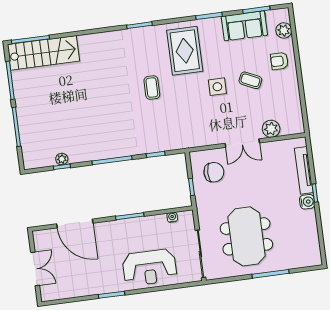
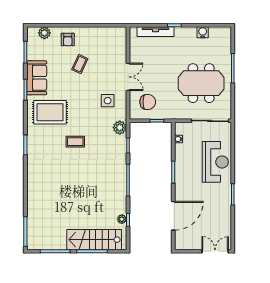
sofa: (244, 26) -> (37, 78), moved
stairs: (43, 53) -> (94, 240), moved, turned -90
side table: (217, 87) -> (108, 101), moved
plant: (271, 129) -> (120, 128), moved
chair: (214, 172) -> (148, 102), turned 90
water cooler: (307, 202) -> (203, 32), moved
double door: (35, 269) -> (215, 251), moved

